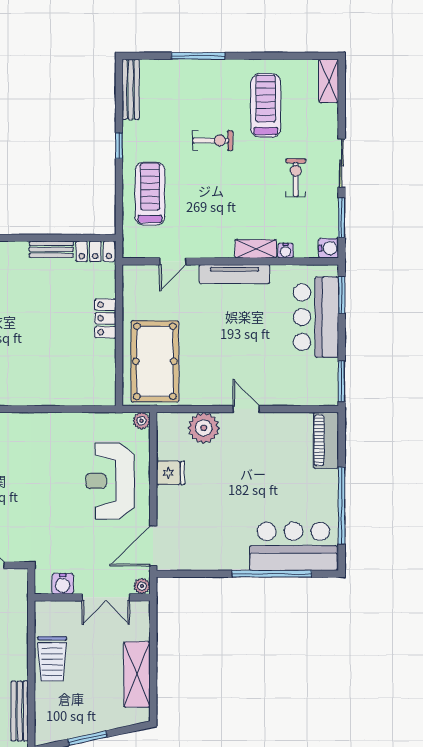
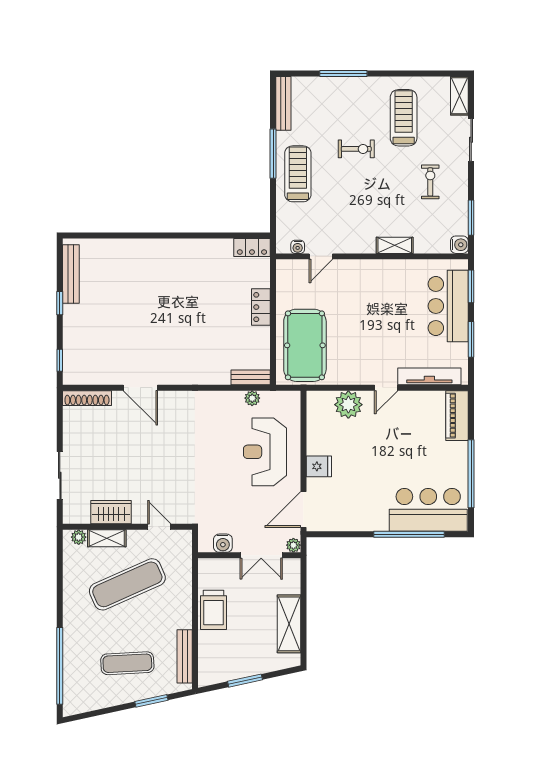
window: (119, 146) -> (273, 154), width x2.17
sliding door: (342, 163) -> (471, 140), moved
treadmill: (150, 194) -> (298, 174), moved
bench: (51, 249) -> (251, 377), moved
water cooler: (286, 251) -> (298, 247), moved
tv unit: (235, 274) -> (429, 376), moved, turned 180
window: (342, 381) -> (471, 339), moved
door: (246, 409) -> (386, 388), swing flipped
plant: (141, 421) -> (252, 398), moved
fridge: (170, 473) -> (319, 466), moved

